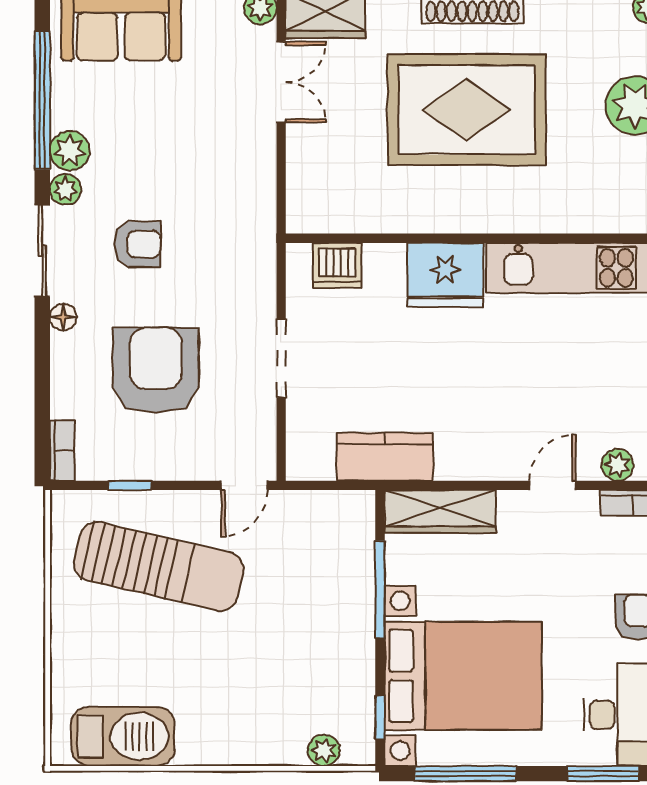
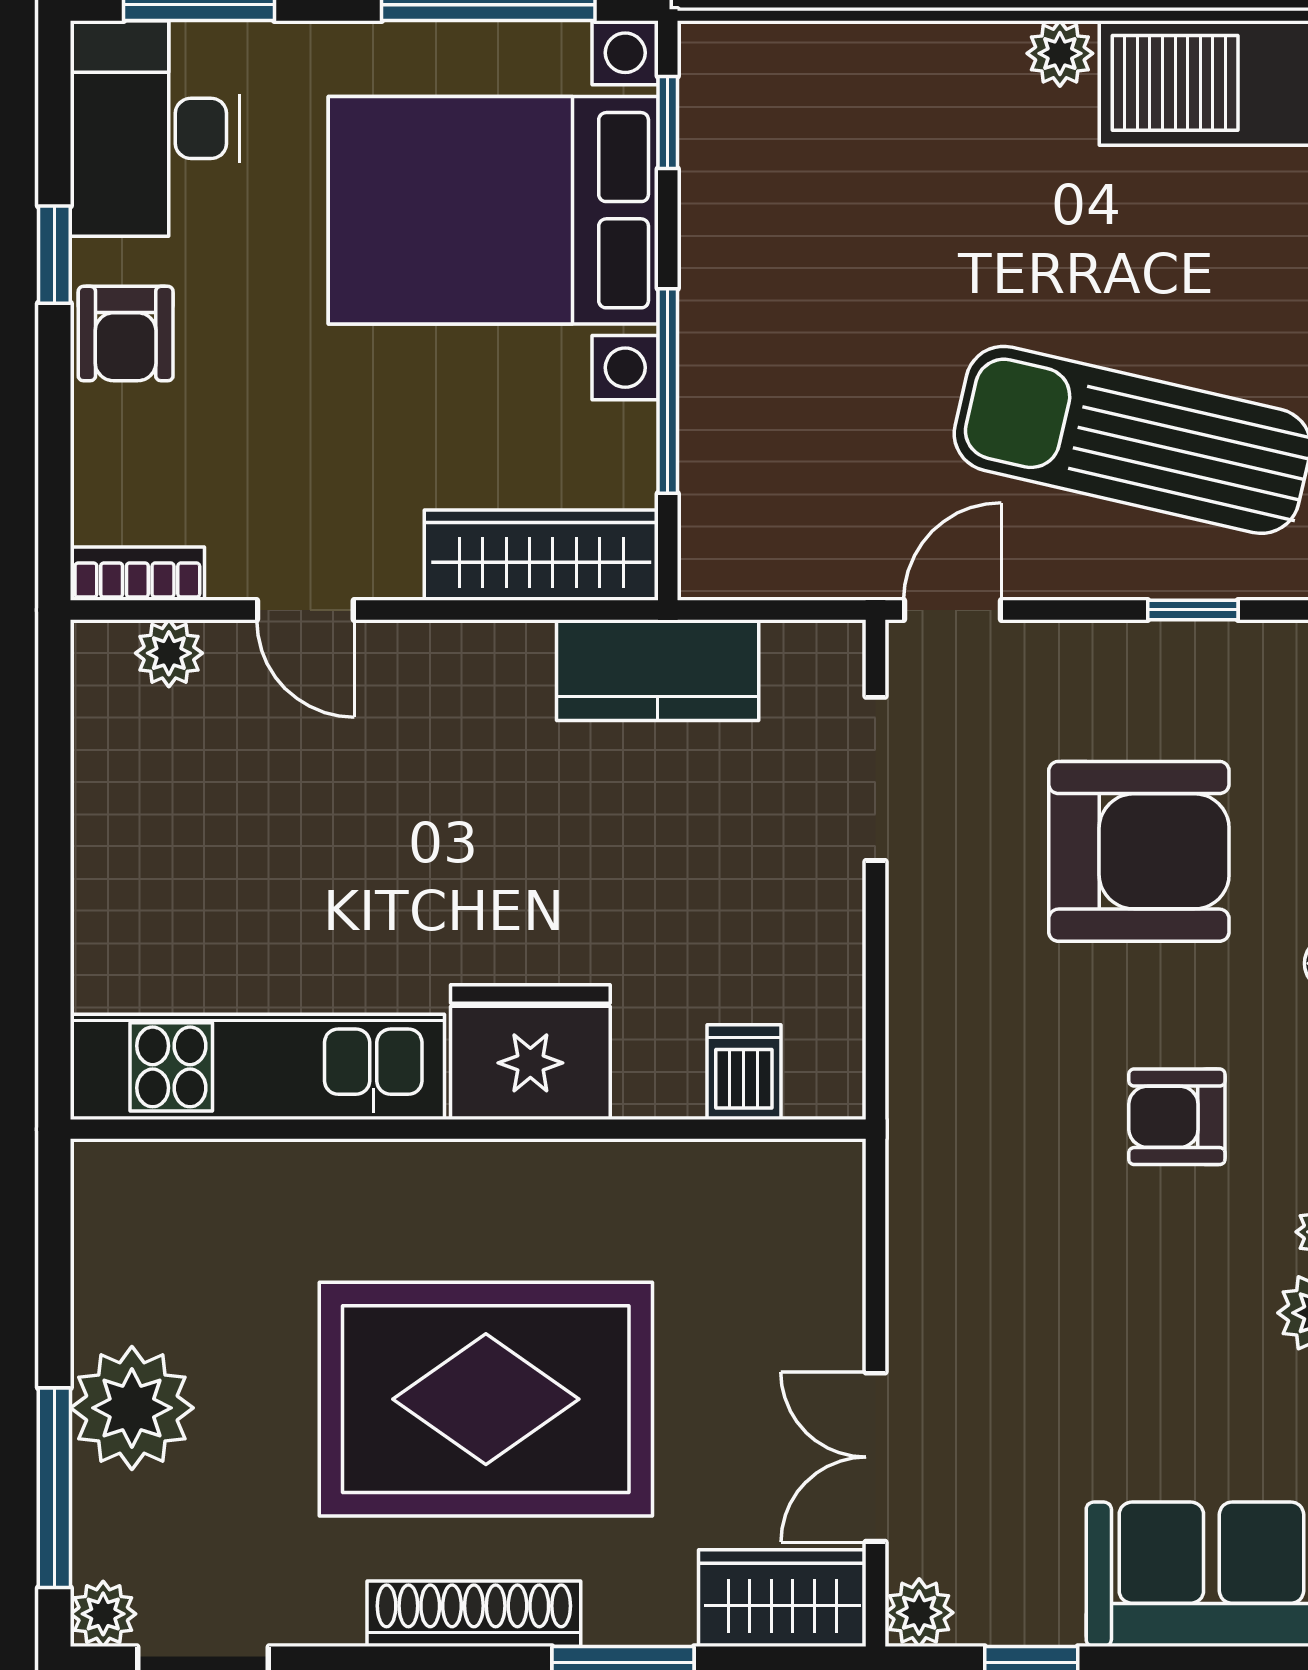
dishwasher: (337, 265) -> (744, 1072), width x0.73
doorway: (281, 358) -> (875, 779), moved
armchair: (156, 371) -> (1139, 851), turned -90
door: (552, 485) -> (305, 610), hinge flipped
plant: (324, 750) -> (1060, 53), moved

